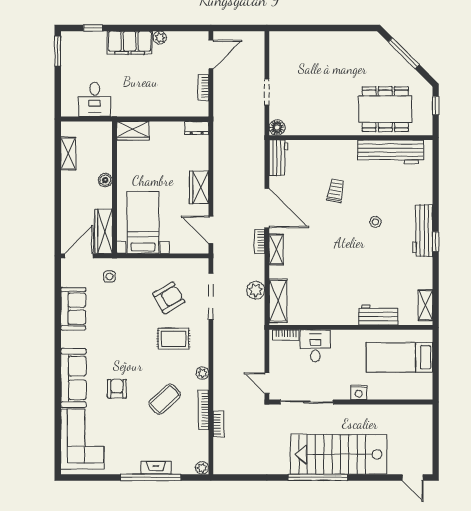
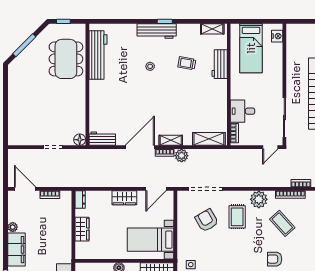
wardrobe: (133, 131) -> (82, 229), moved
trolley: (336, 190) -> (187, 63), moved
plant: (256, 290) -> (182, 156), moved
plant: (202, 373) -> (259, 199), width x1.87, depth x1.87
nightstand: (359, 392) -> (277, 36), moved

